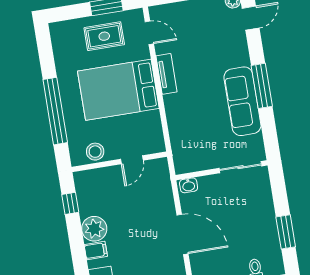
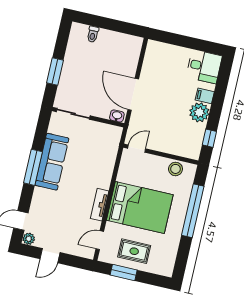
door: (149, 33) -> (100, 240), hinge flipped
door: (132, 160) -> (137, 149), moved
window: (286, 232) -> (55, 72), moved
door: (182, 234) -> (133, 94), moved

